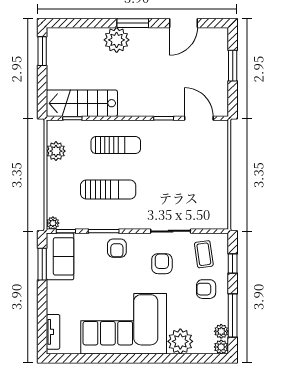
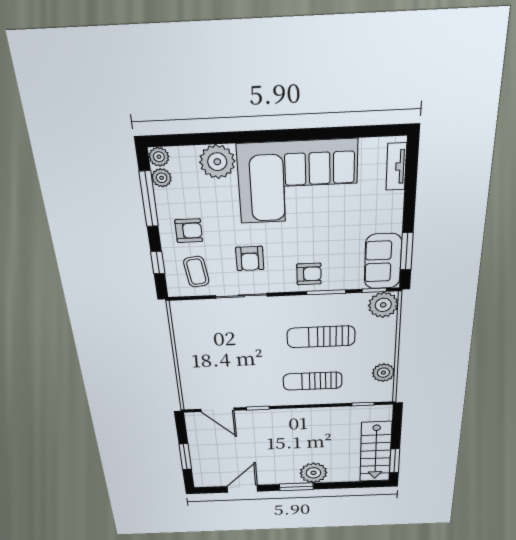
stairs: (82, 103) -> (376, 452), moved, turned 90
plant: (53, 223) -> (383, 305), width x1.88, depth x1.88
armchair: (117, 248) -> (309, 274), turned 90

